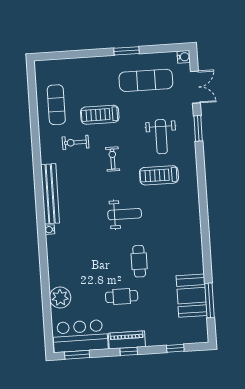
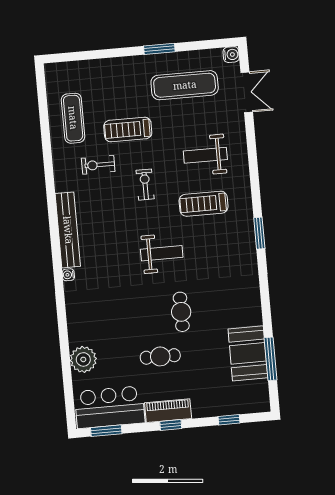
window: (198, 128) -> (259, 233), moved
weight bench: (161, 137) -> (205, 155), turned 90

